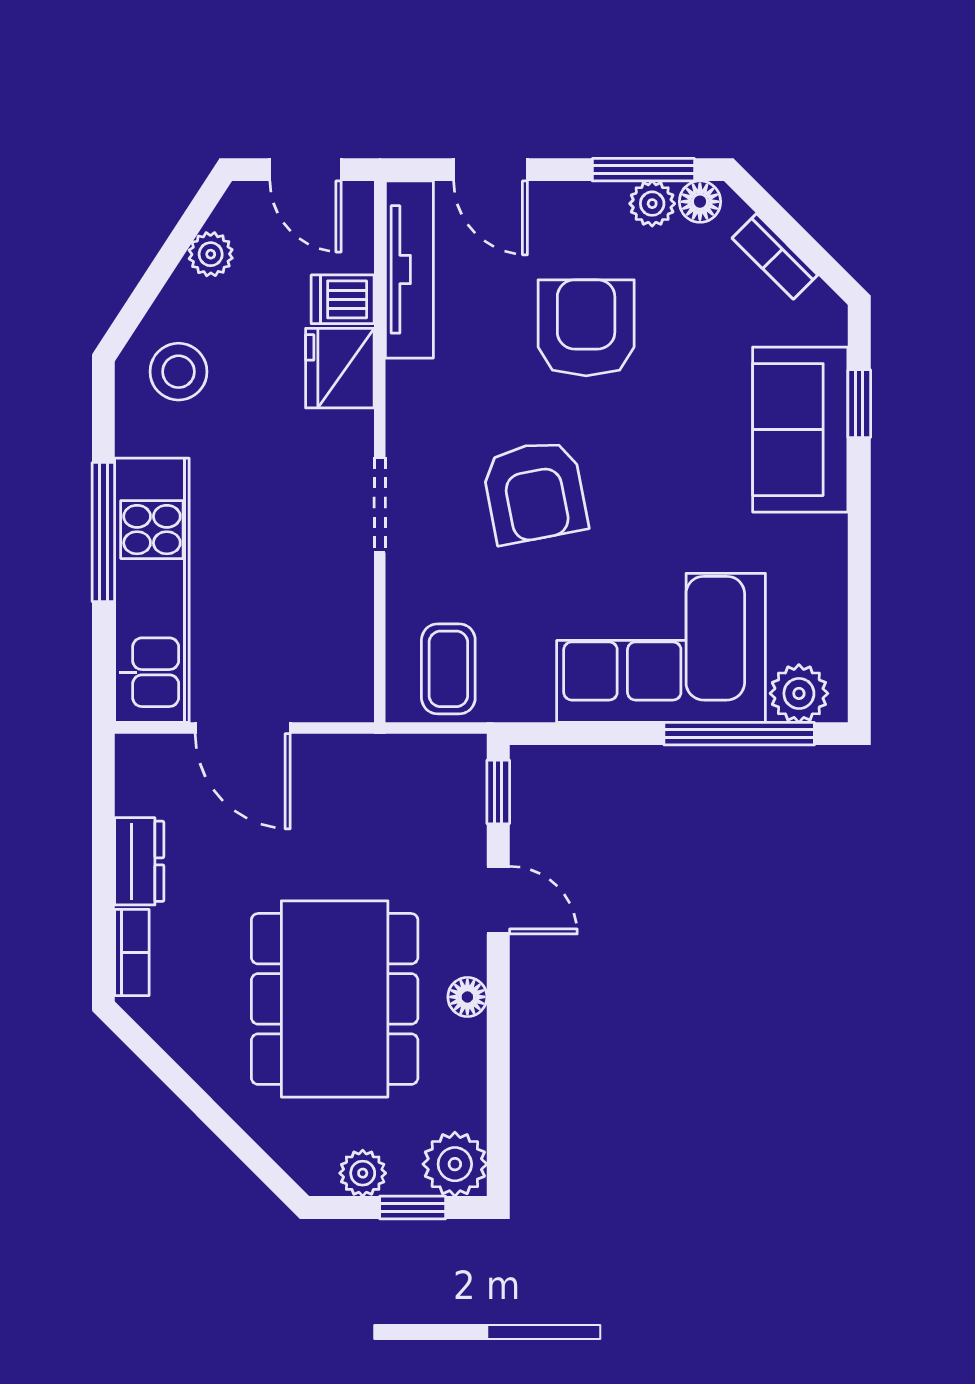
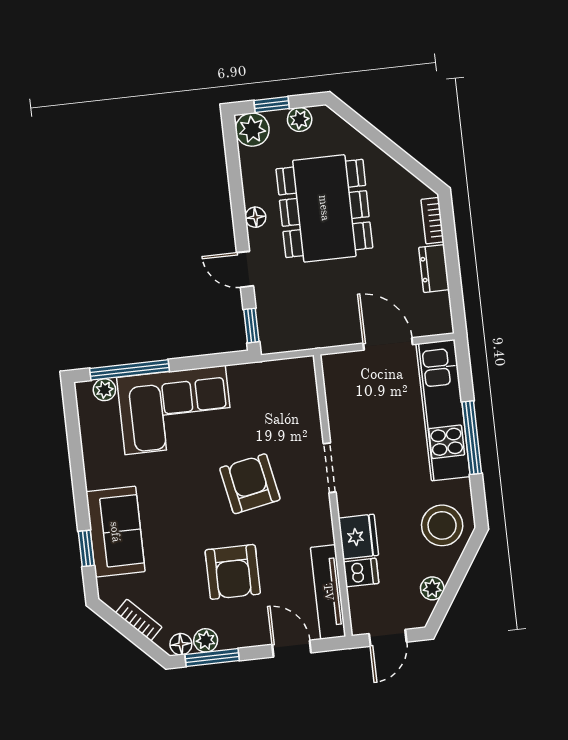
door: (305, 170) -> (388, 638), swing flipped
stool: (178, 372) -> (442, 525), width x1.38, depth x1.38
coffee table: (448, 669) -> (284, 387), removed
plant: (799, 693) -> (104, 390), width x0.73, depth x0.73

